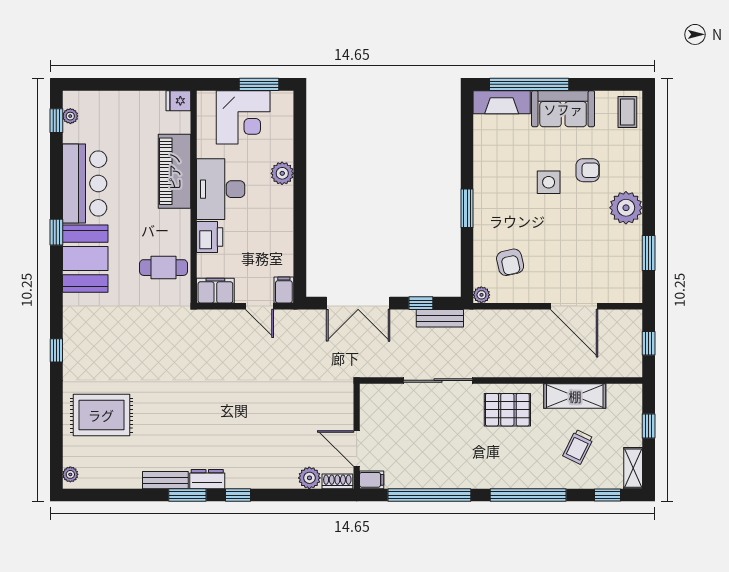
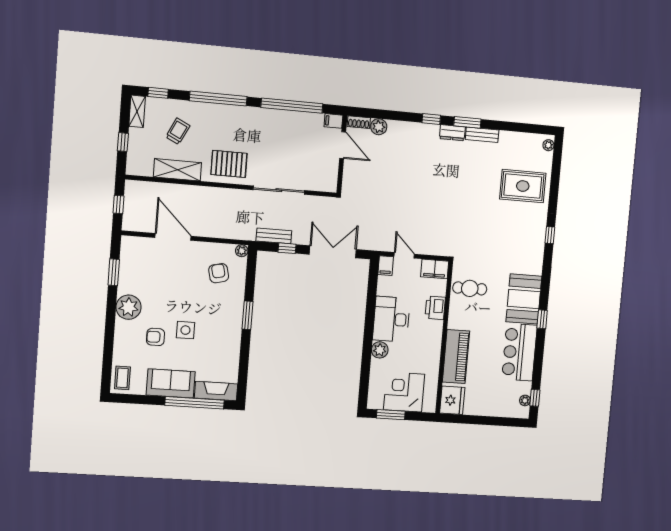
fridge: (178, 101) -> (452, 400), width x1.88, depth x1.34
desk: (221, 189) -> (391, 319), moved, turned 180

